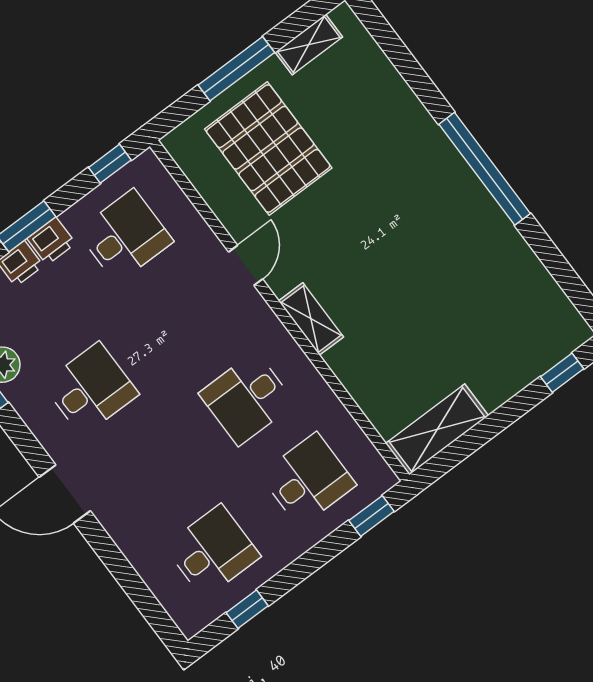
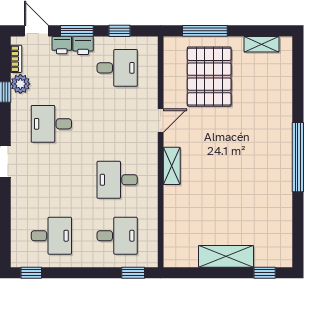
window: (236, 69) -> (205, 31), moved
window: (110, 164) -> (119, 31), moved
desk: (91, 389) -> (51, 124), turned 180
shelving: (437, 429) -> (226, 256), moved
window: (247, 609) -> (31, 273), moved

